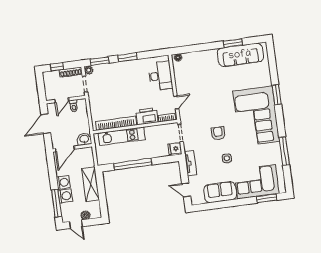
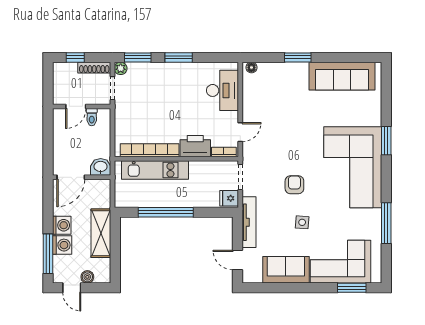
window: (233, 43) -> (298, 57), moved
door: (46, 124) -> (48, 137), removed
tv unit: (191, 163) -> (249, 222), width x1.41

